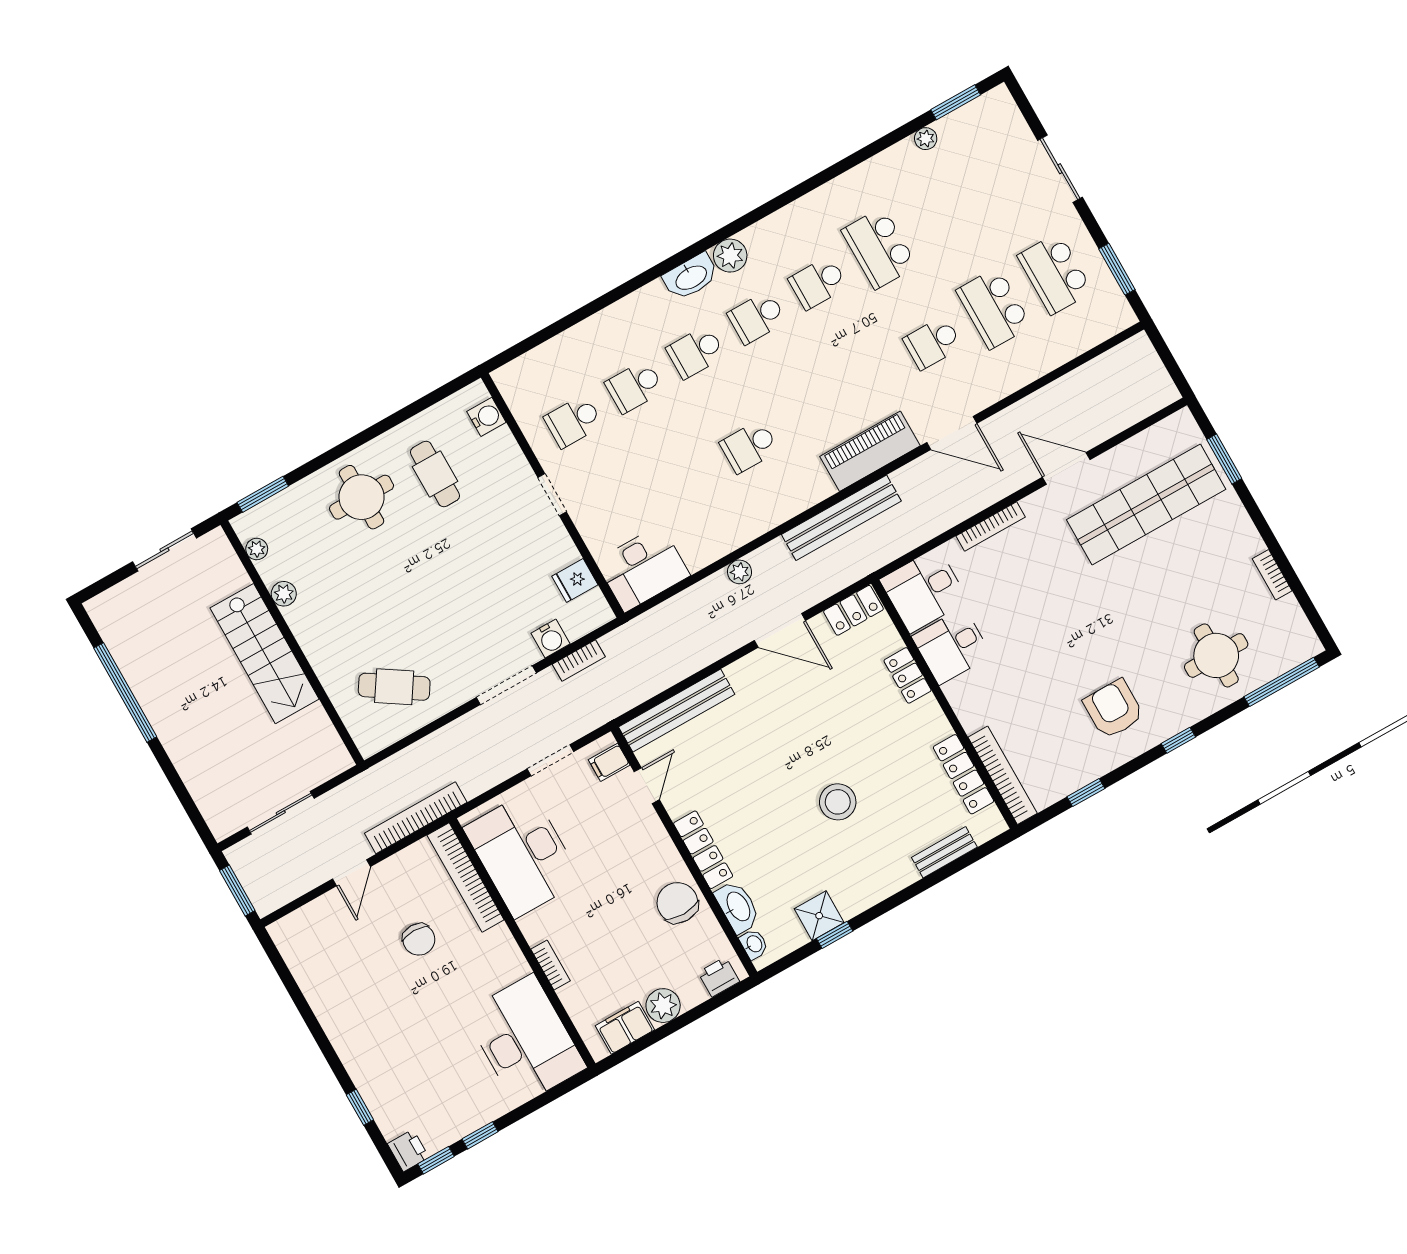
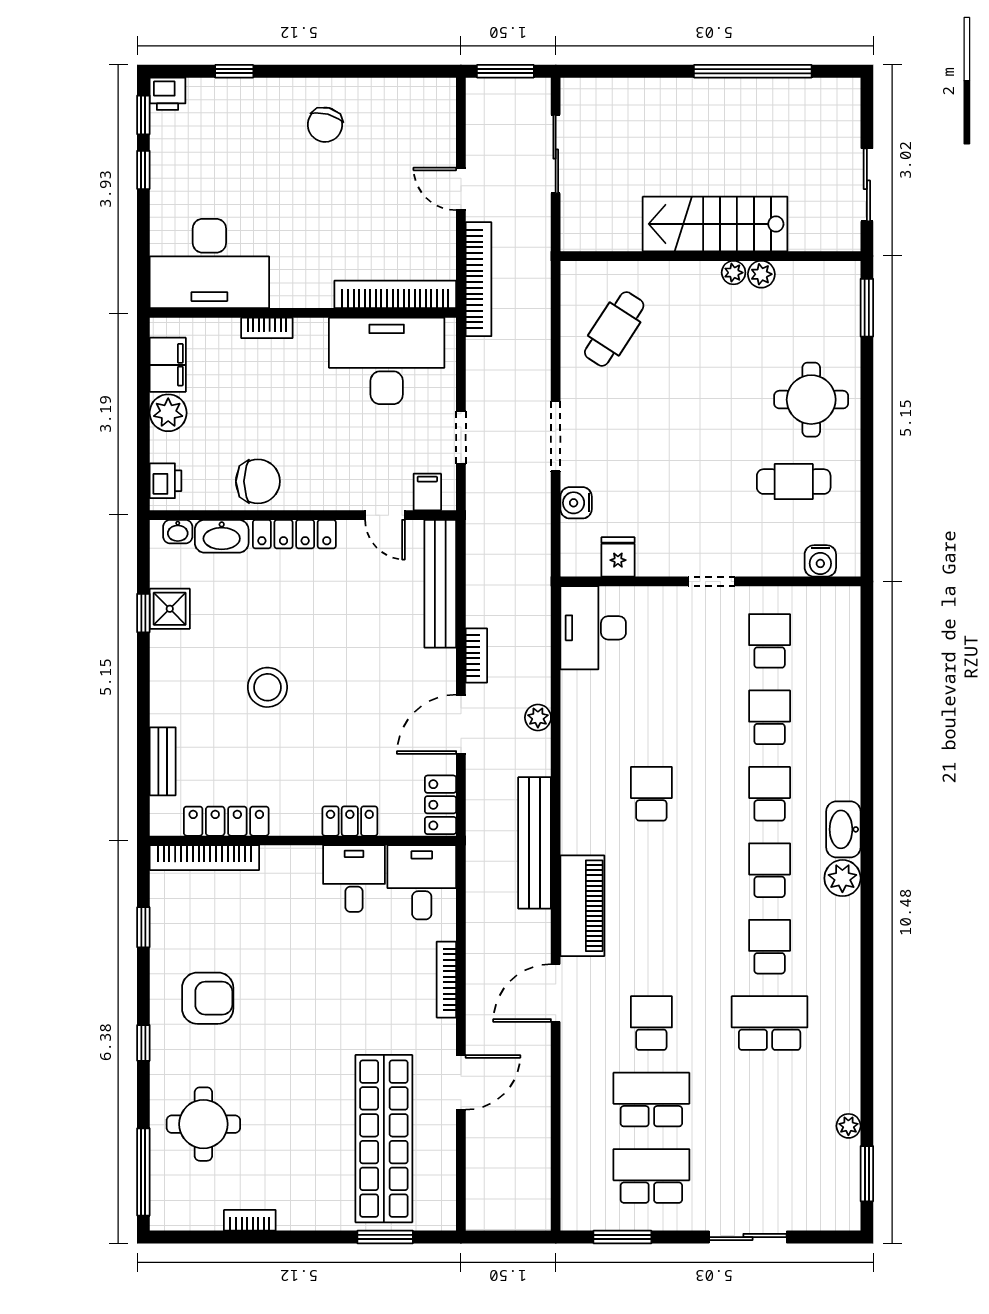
plant: (257, 549) -> (734, 273), moved
bookcase: (579, 661) -> (476, 655), moved, turned 180
chair: (419, 939) -> (325, 125), moved, turned -75

